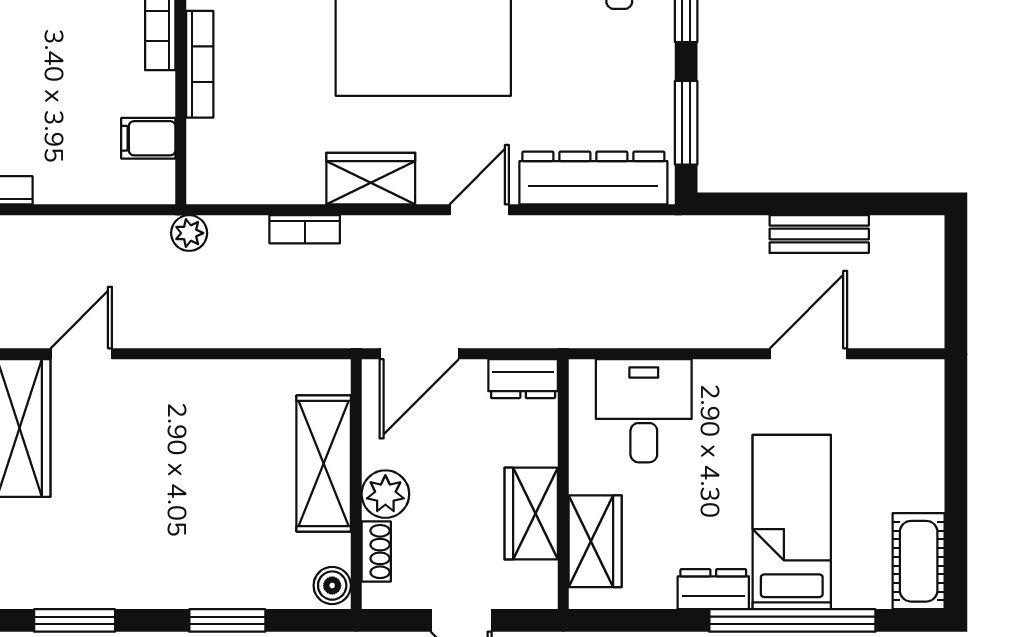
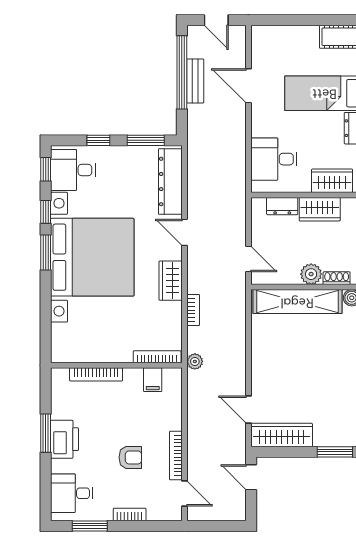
bookcase: (200, 64) -> (157, 357), moved
window: (839, 204) -> (182, 72), added
door: (956, 281) -> (216, 20), added
door: (419, 354) -> (249, 259), width x0.73
dresser: (523, 379) -> (282, 206), moved, turned 90
shelving: (324, 463) -> (297, 302), width x1.47

